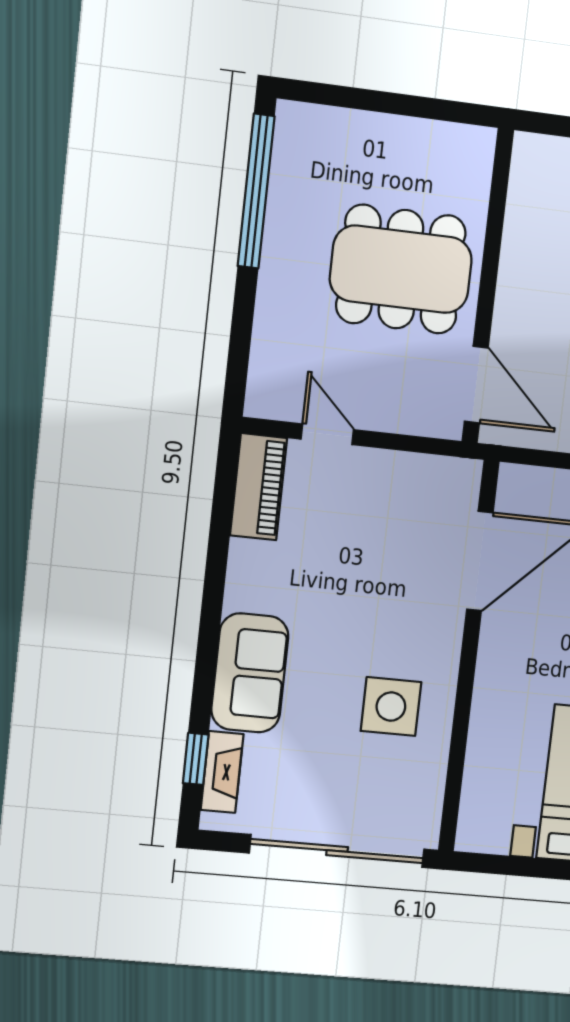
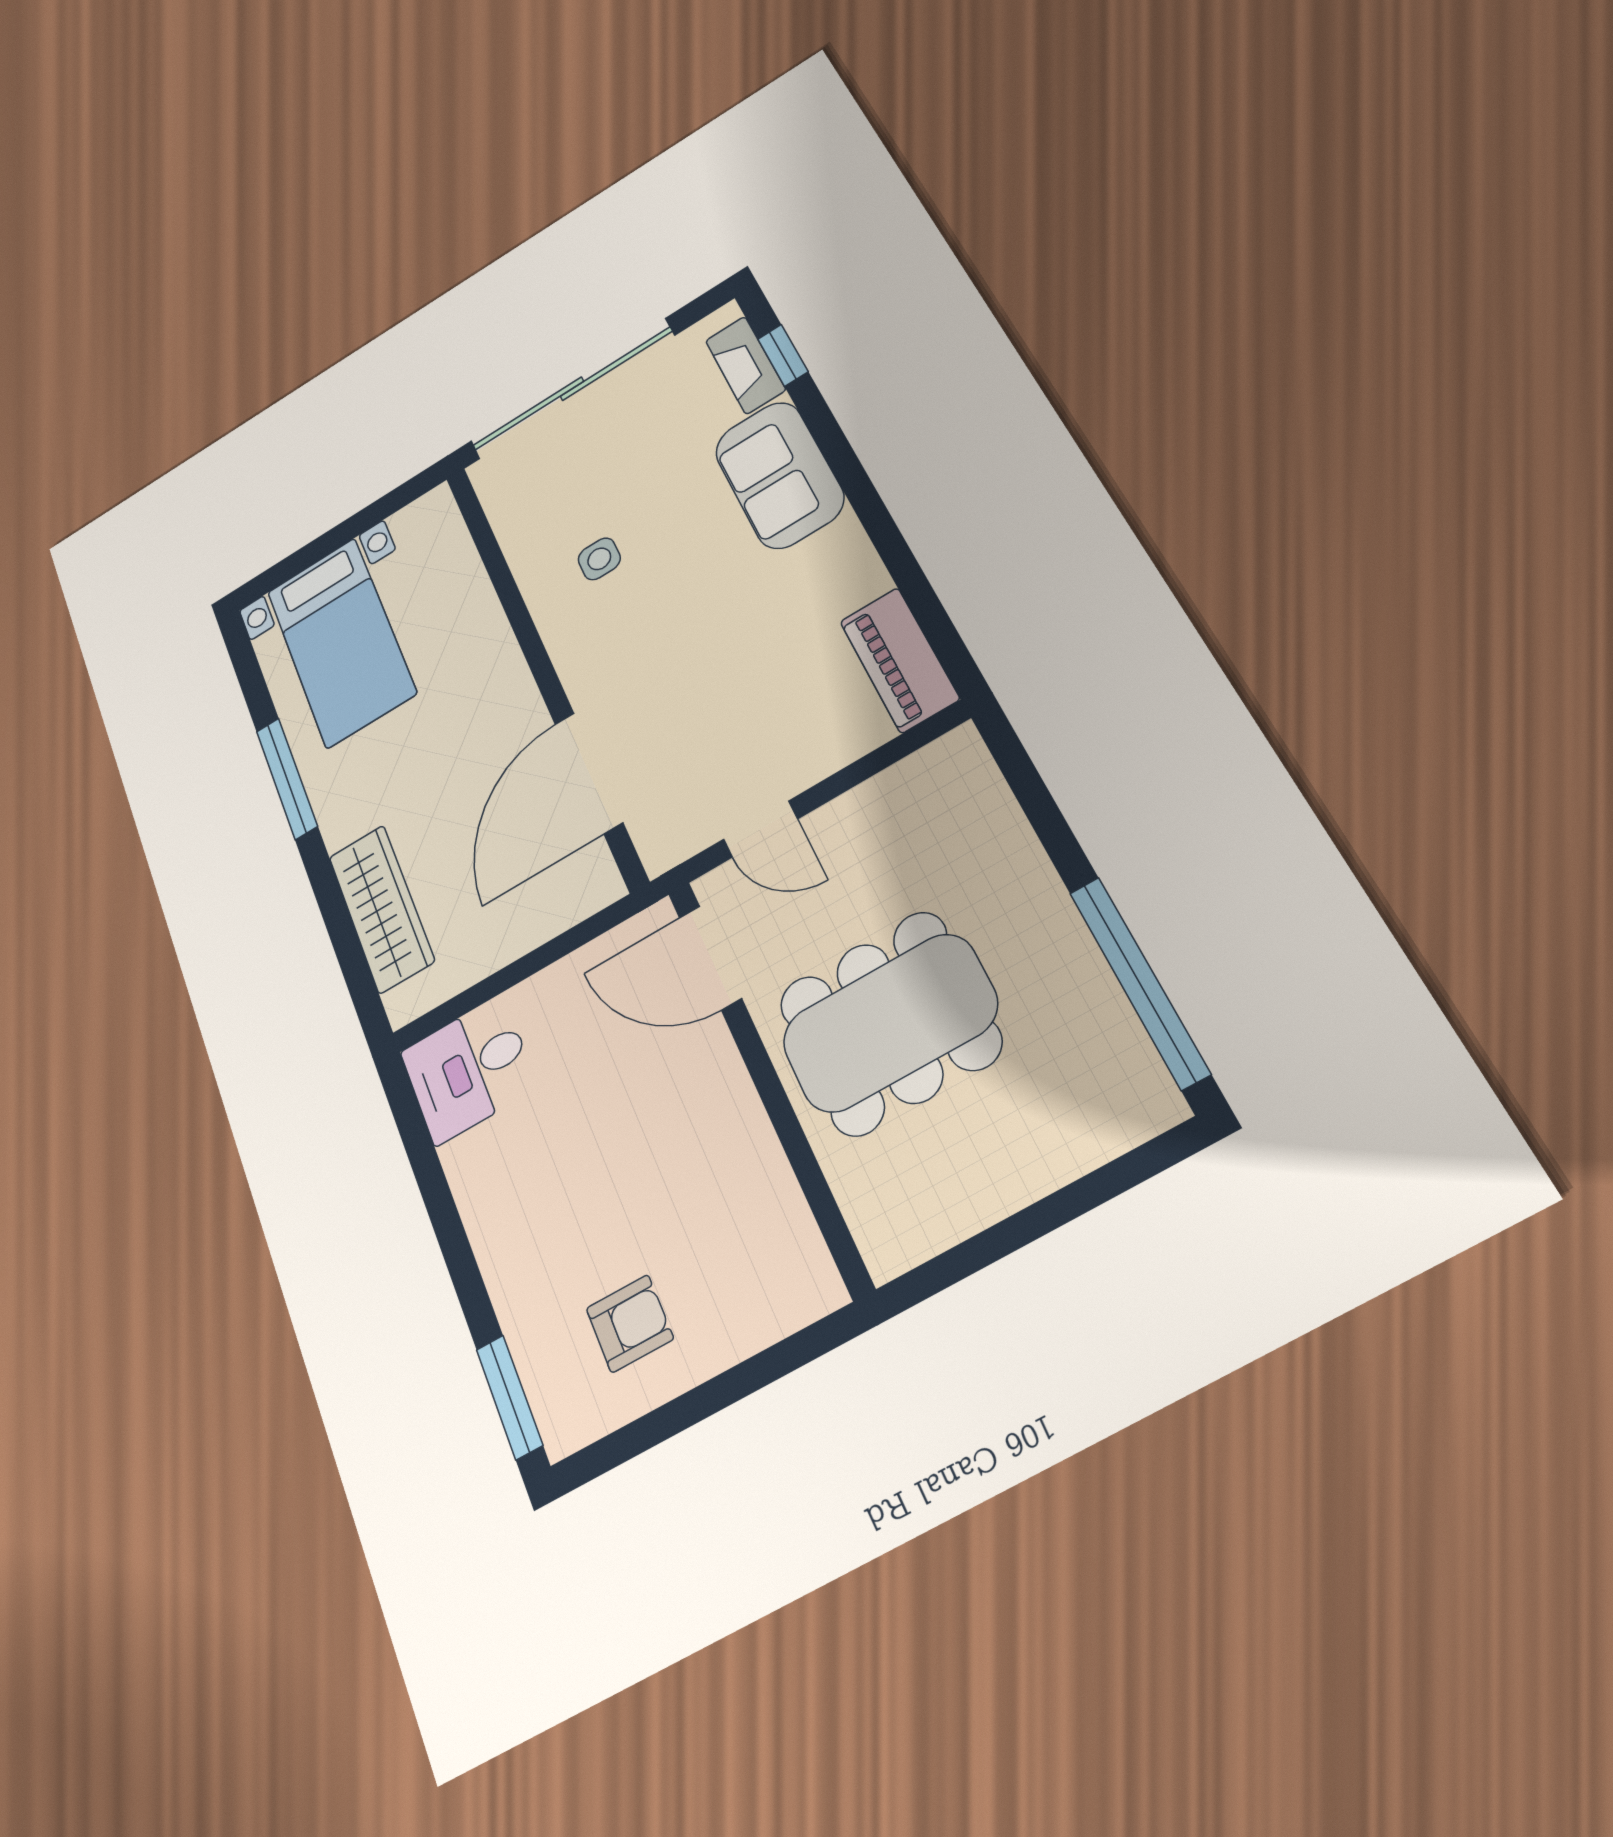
door: (327, 434) -> (760, 829), moved
side table: (391, 707) -> (599, 559), width x0.54, depth x0.54

